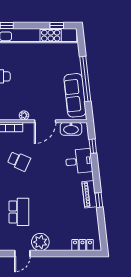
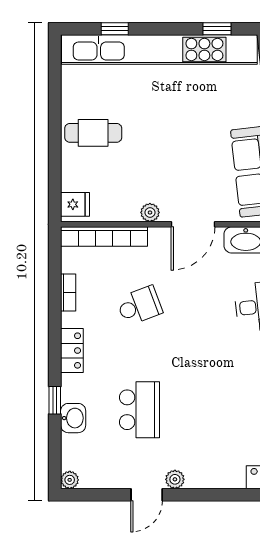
school desk: (19, 161) -> (139, 306), turned -45
plant: (40, 242) -> (175, 479), width x0.53, depth x0.53

